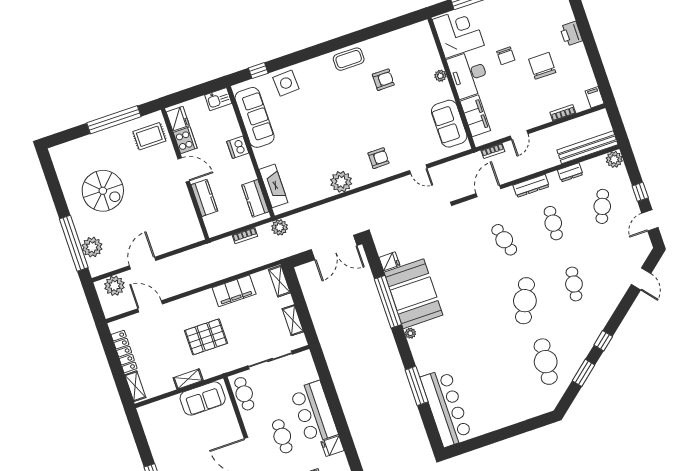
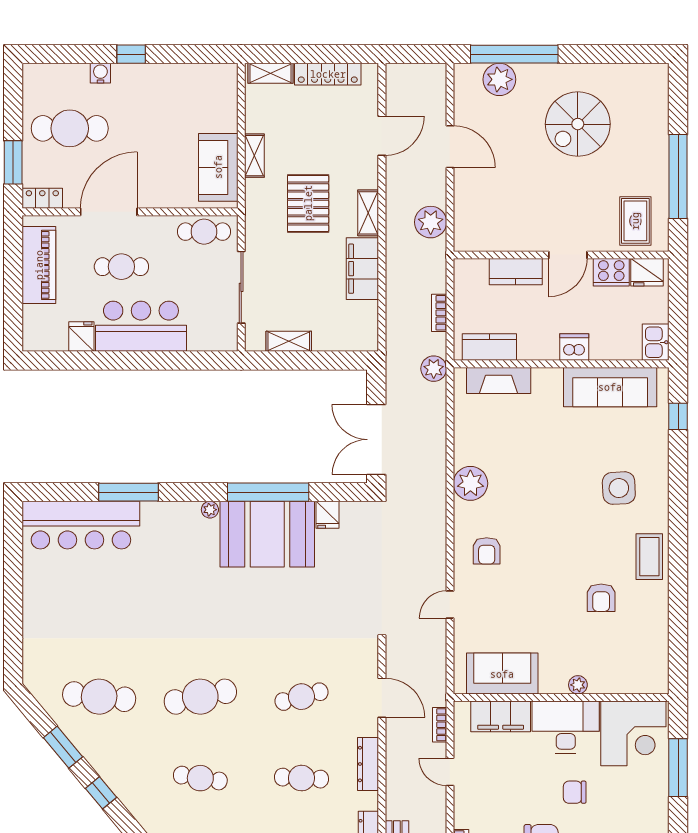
side table: (286, 83) -> (619, 488), moved
shelving: (279, 281) -> (368, 213), moved, turned 90
plant: (114, 286) -> (431, 222), moved
cafe table: (525, 301) -> (200, 697), turned -36

